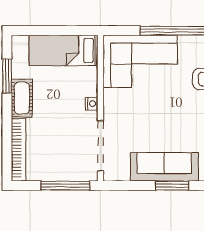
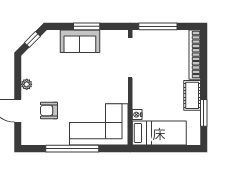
nightstand: (92, 104) -> (137, 115), moved
sofa: (164, 167) -> (80, 41), width x0.73
window: (172, 186) -> (87, 26), moved

